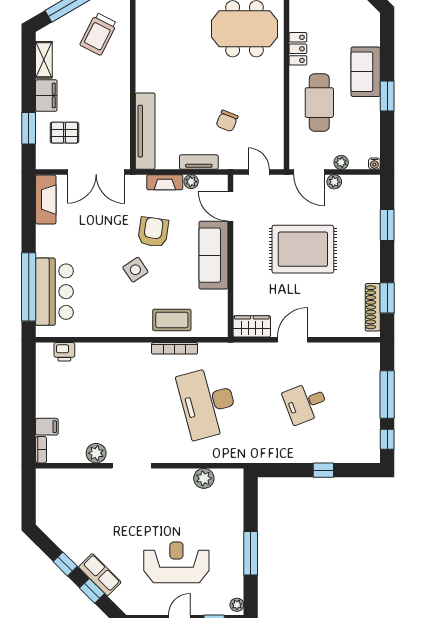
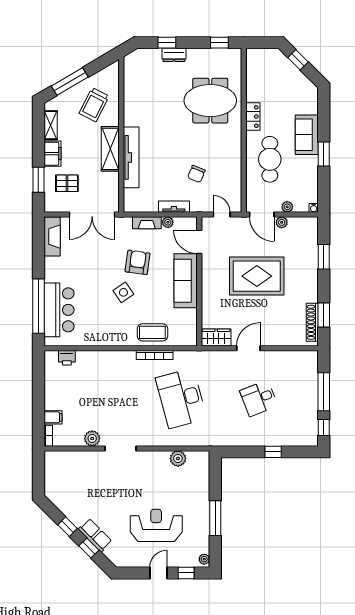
shelving: (119, 89) -> (110, 149), added
tv unit: (145, 131) -> (131, 157), moved

